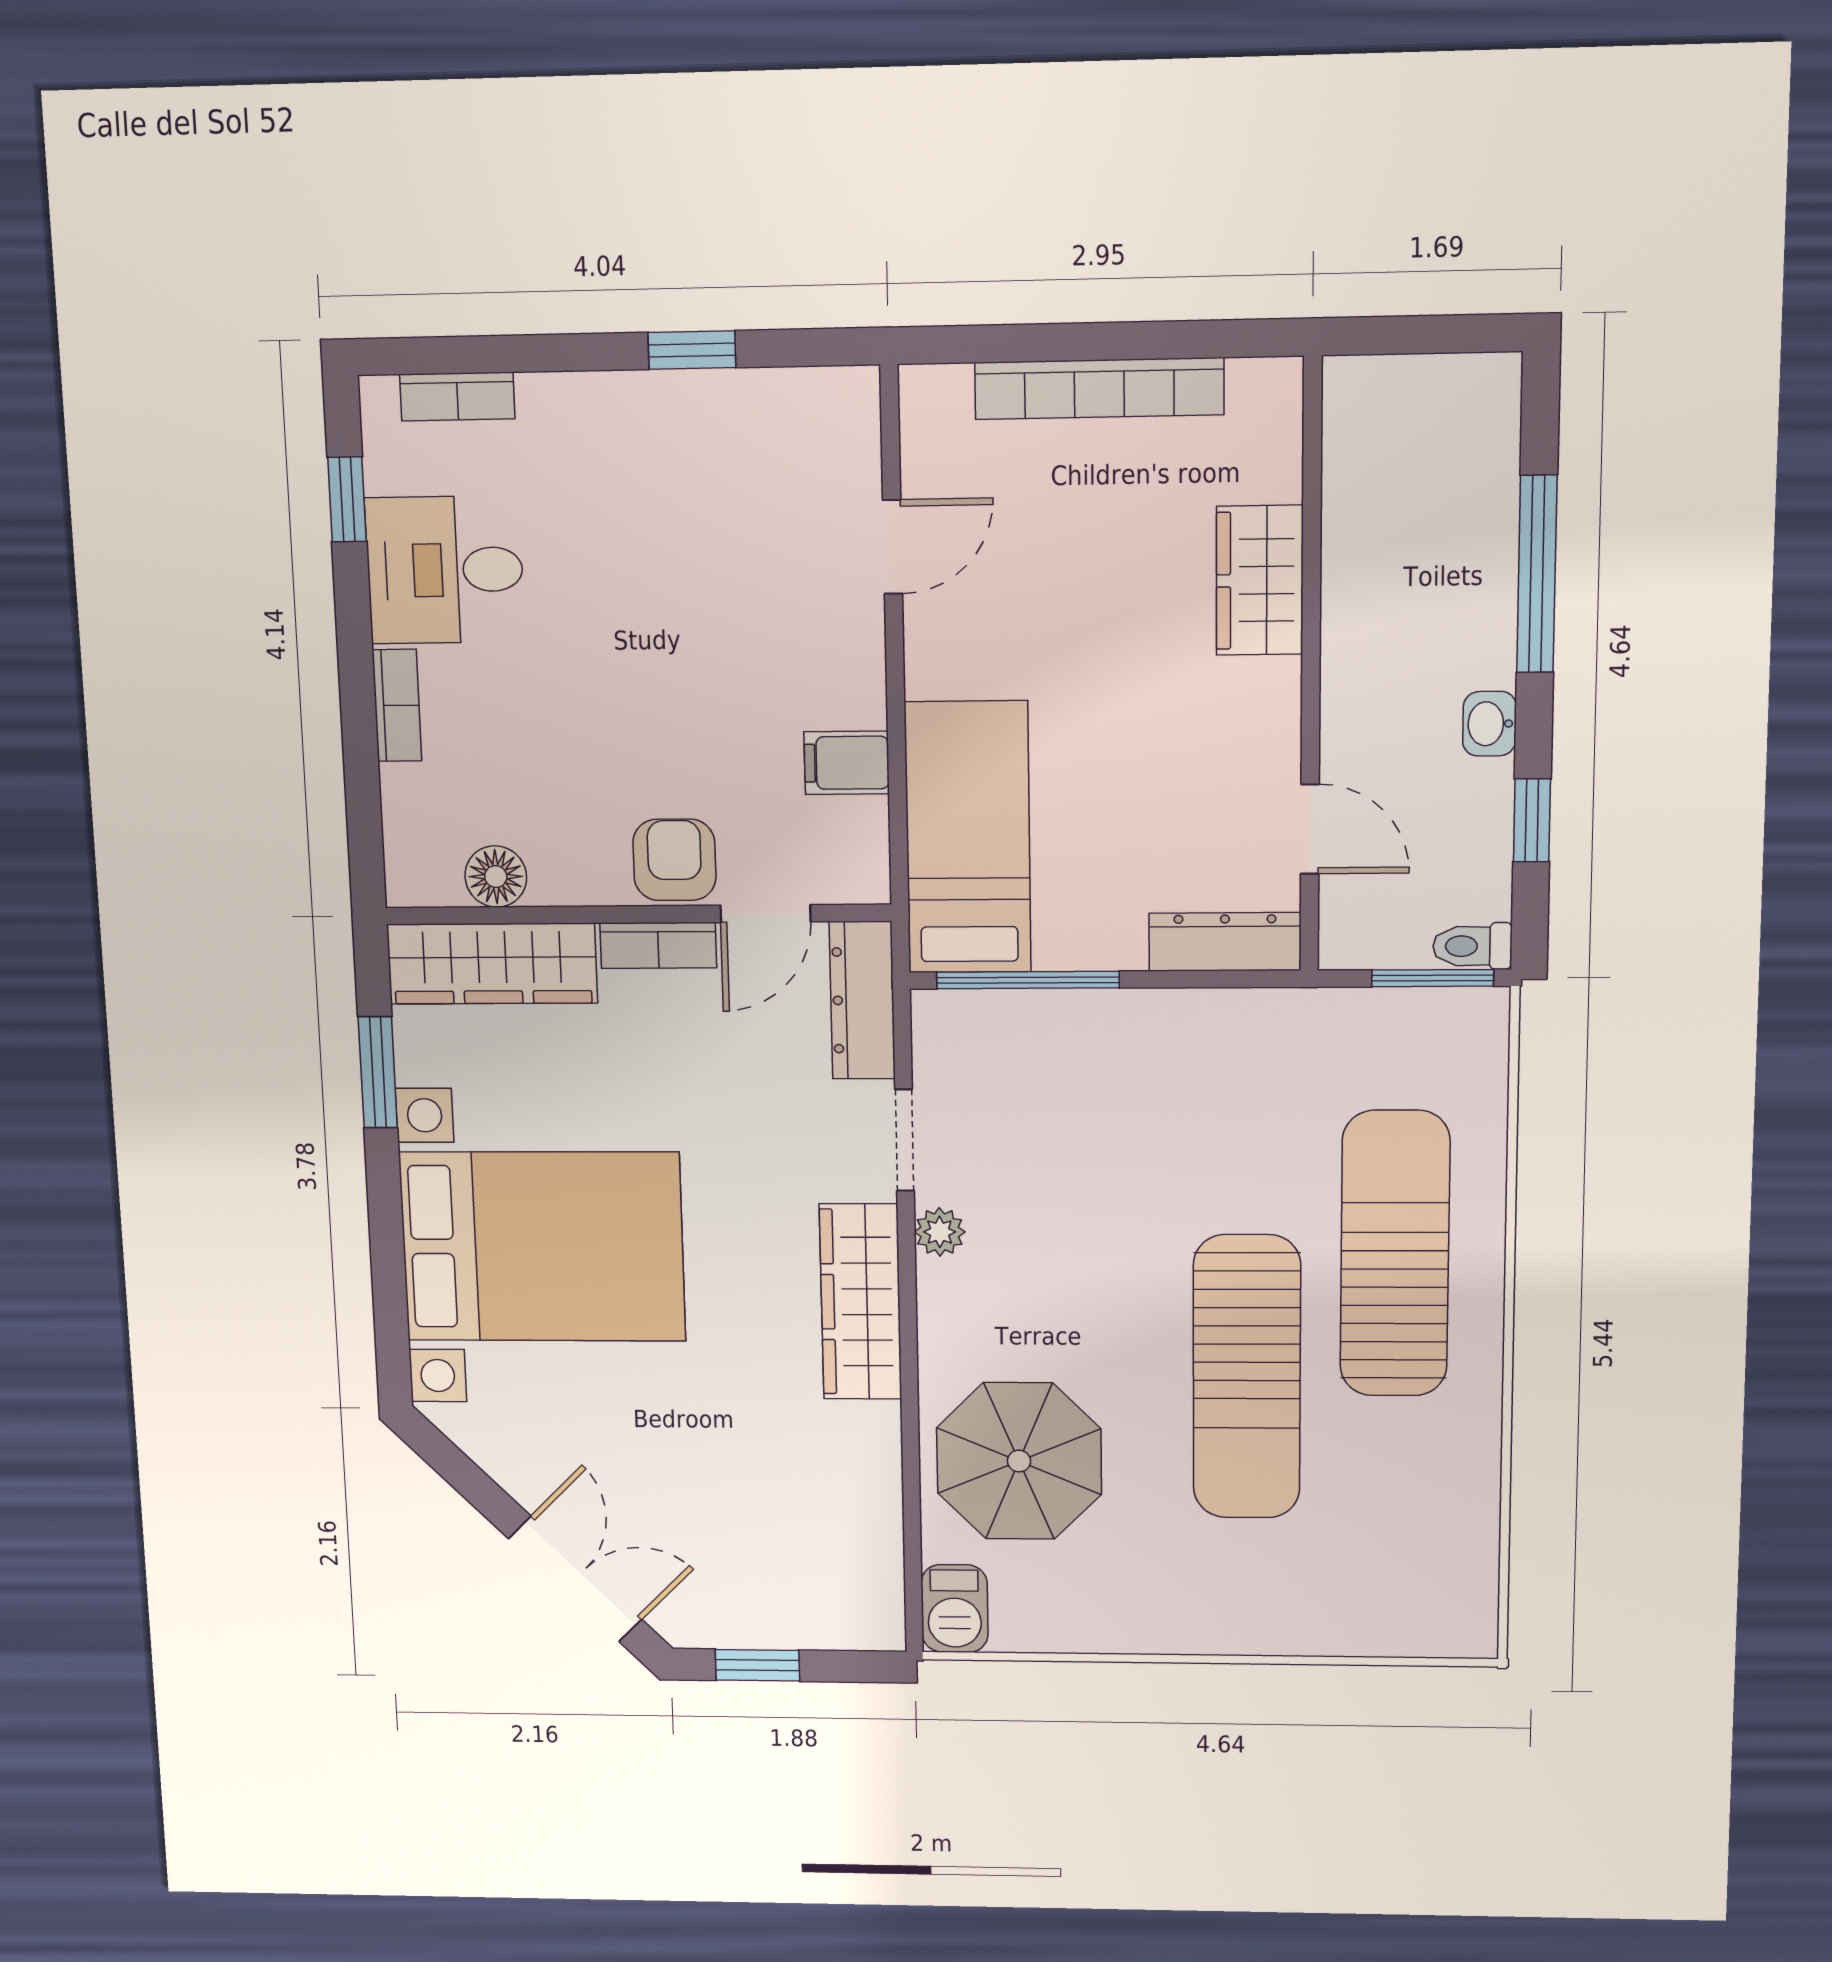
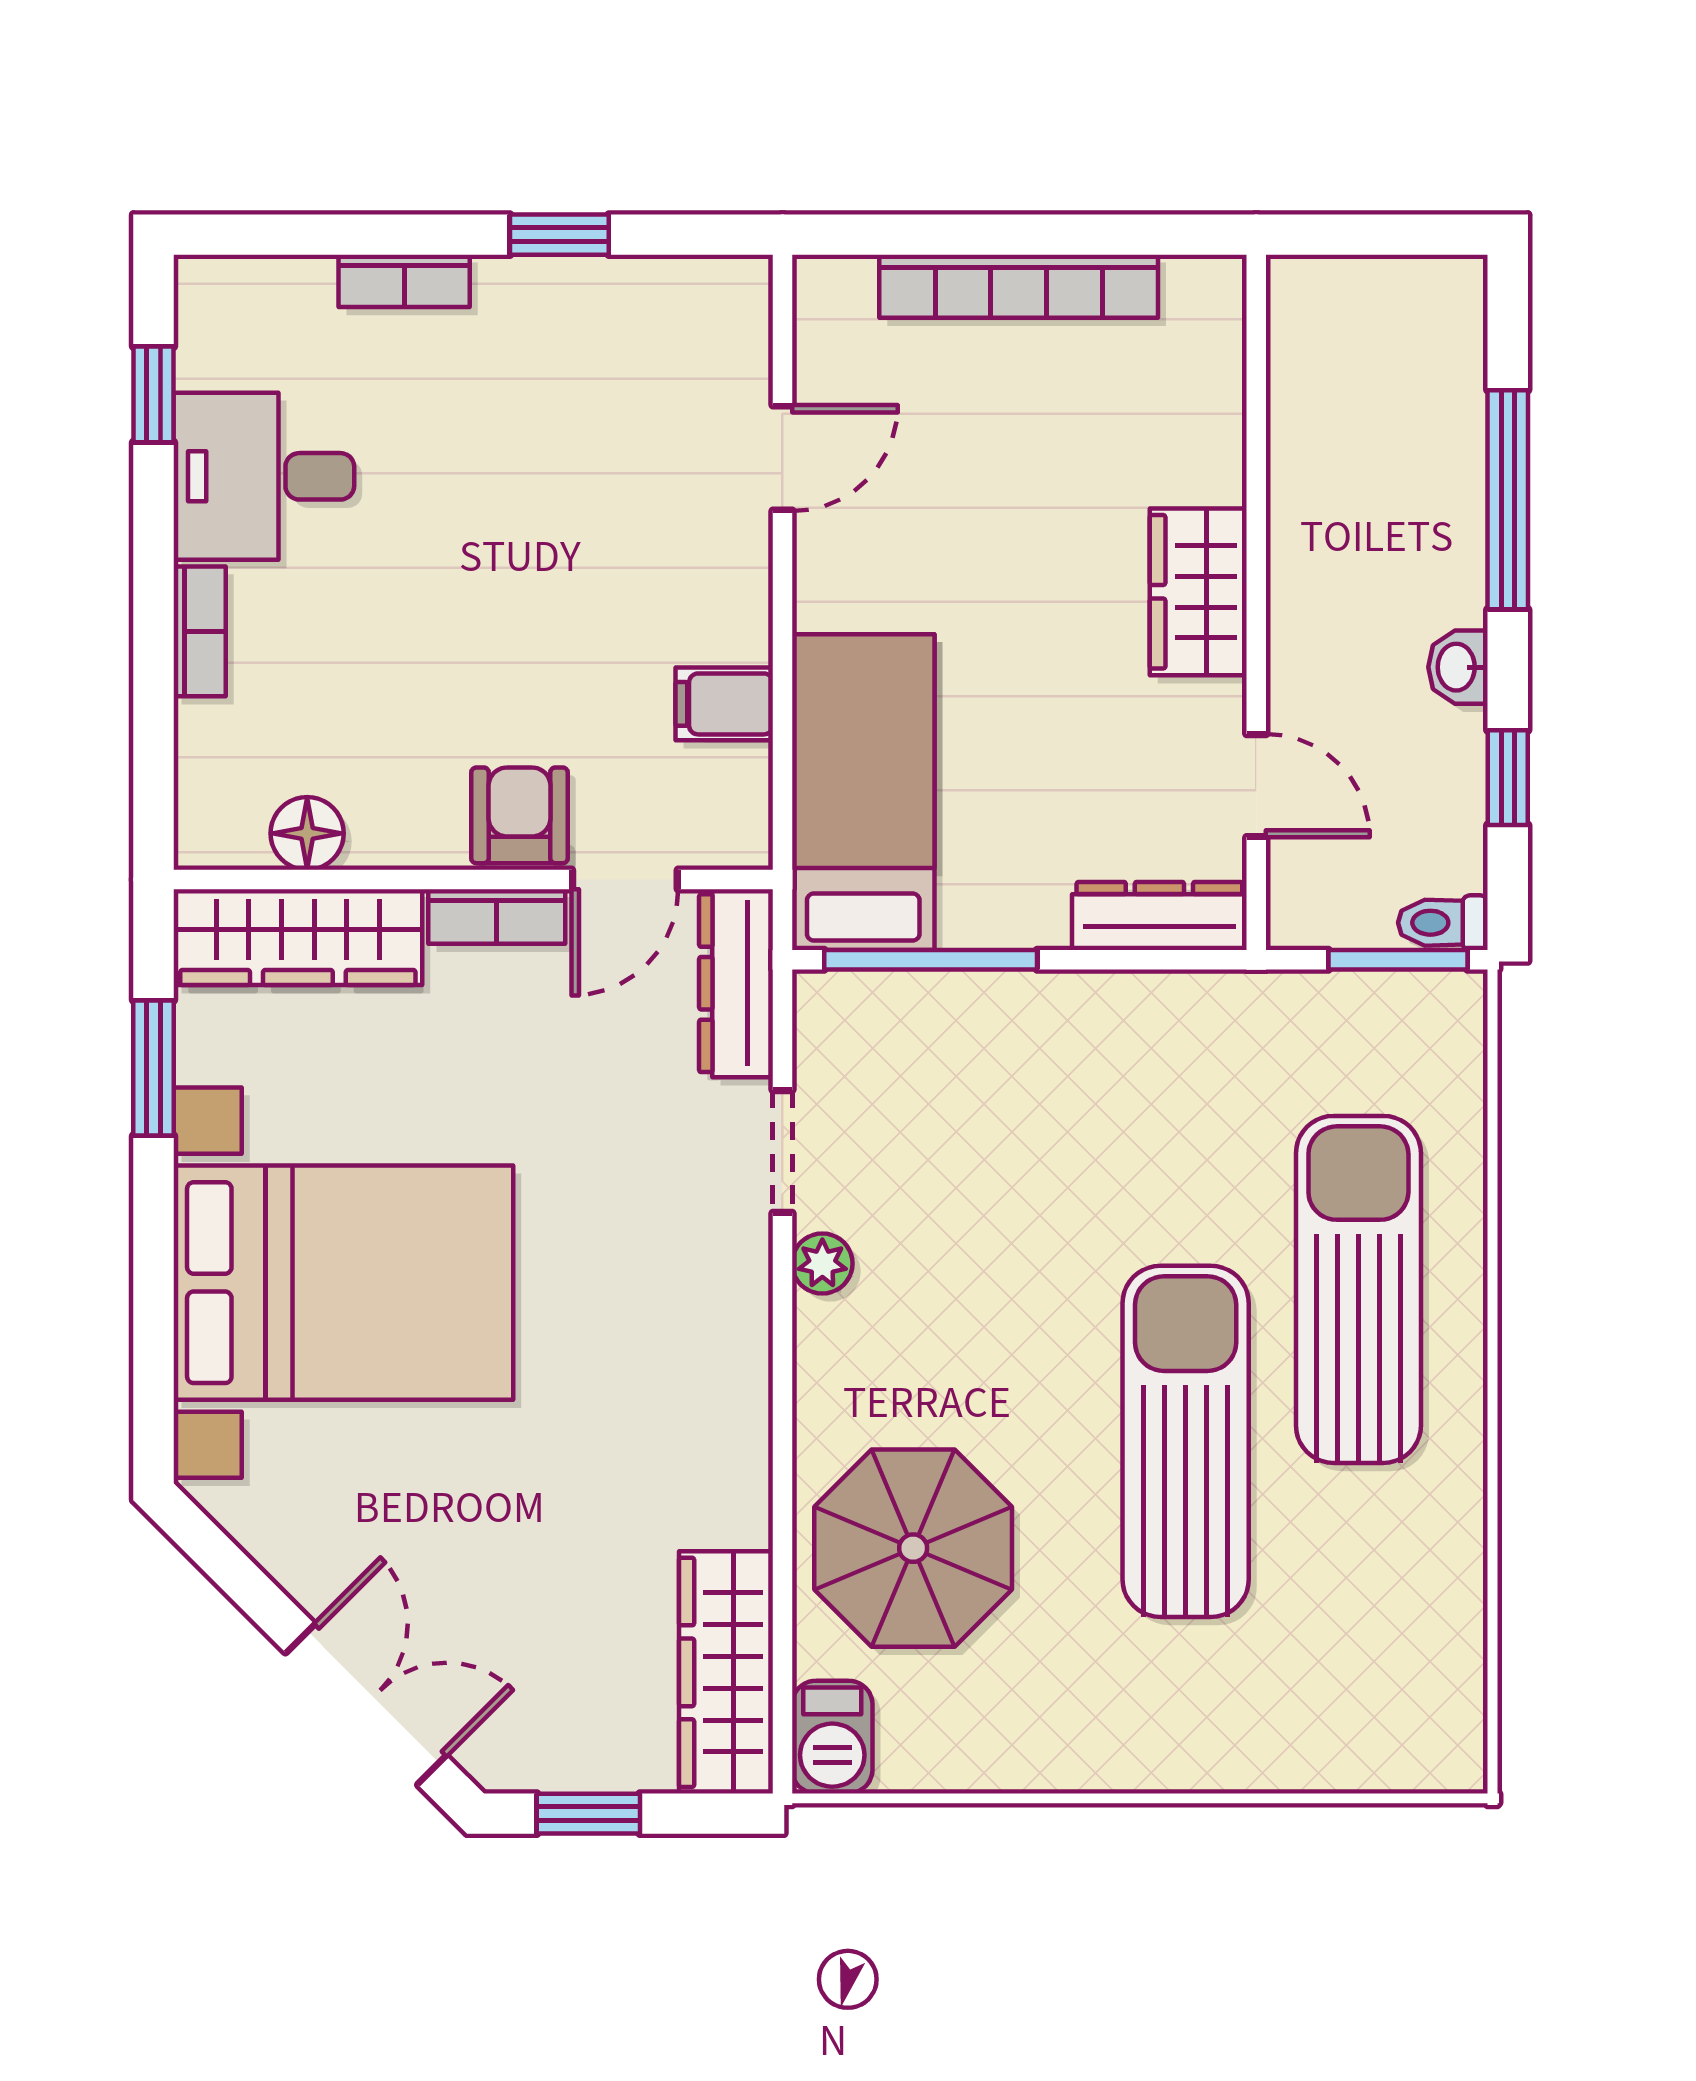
bookcase: (457, 397) -> (404, 281), moved
wardrobe: (1260, 580) -> (1198, 592), moved
wardrobe: (861, 1302) -> (726, 1672), moved
sun lounger: (1247, 1377) -> (1186, 1441), turned 180

